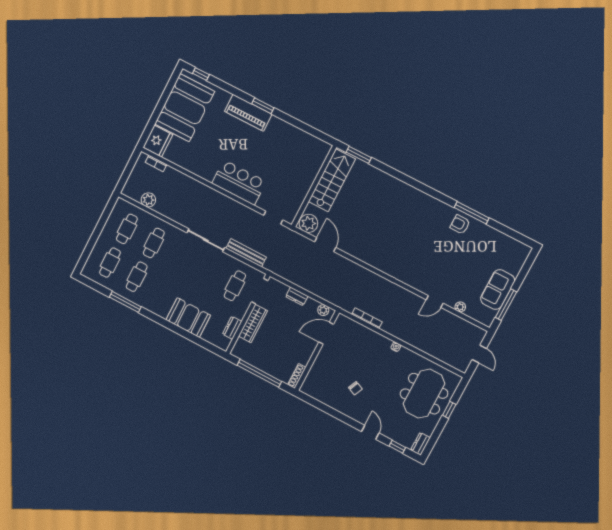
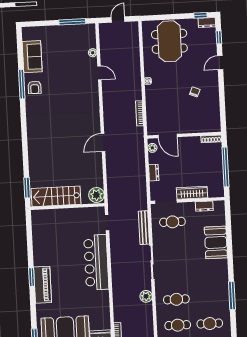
bar counter: (239, 182) -> (96, 262), width x1.36
plant: (148, 200) -> (146, 296), moved
door: (325, 245) -> (103, 142), moved
cafe table: (137, 277) -> (208, 298), removed
sofa: (498, 290) -> (32, 57), moved, turned -90
meeting table: (424, 394) -> (169, 41), turned 90
window: (449, 410) -> (200, 15), moved

